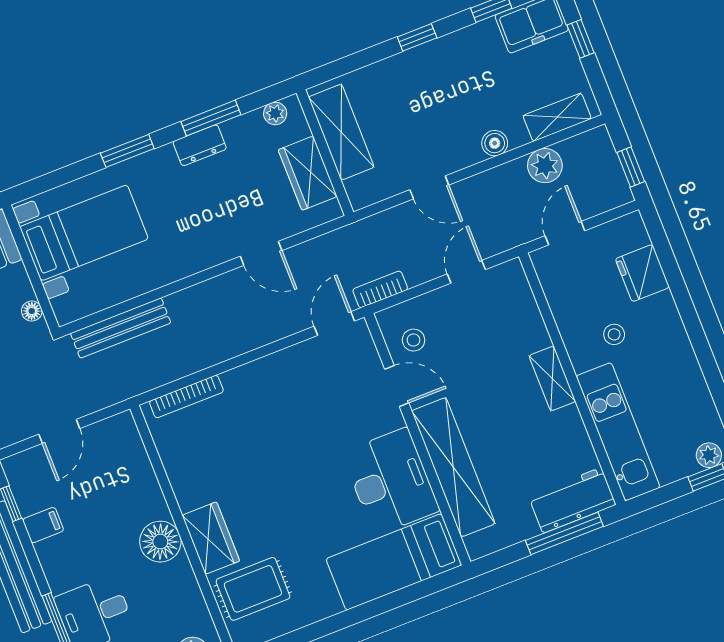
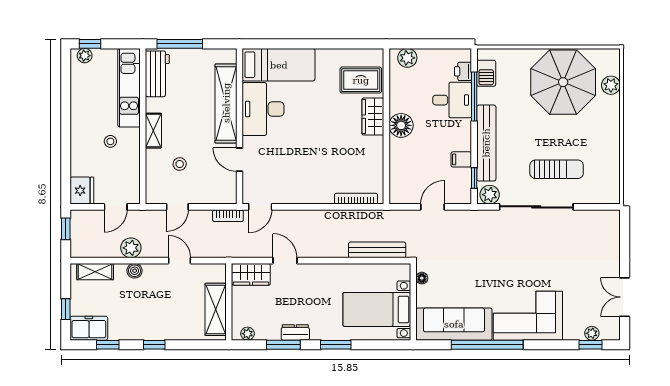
plant: (545, 166) -> (131, 248), moved
wardrobe: (308, 173) -> (251, 274), moved, turned 90
fridge: (642, 273) -> (82, 191), moved
stool: (414, 340) -> (180, 164), moved
workbench: (572, 500) -> (157, 74), moved, turned -90

